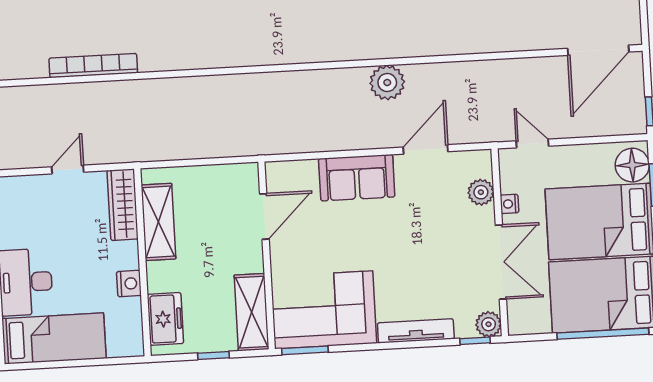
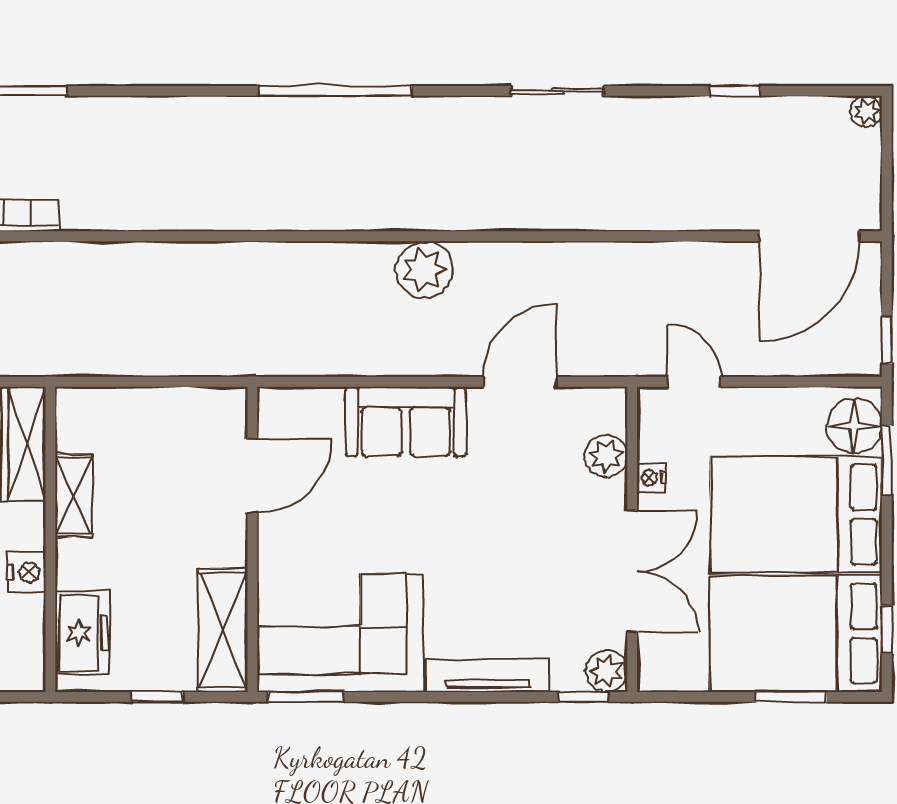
plant: (387, 83) -> (425, 270), moved
shelving: (158, 222) -> (74, 496), width x0.67, depth x0.75
window: (603, 334) -> (791, 697), width x0.47

